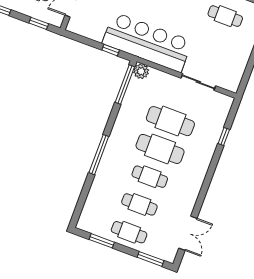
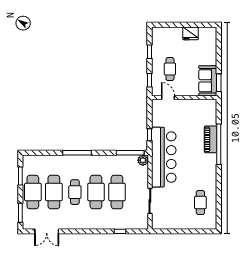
cafe table: (139, 204) -> (54, 192), width x1.37, depth x1.35
cafe table: (129, 232) -> (33, 192), width x1.37, depth x1.35

